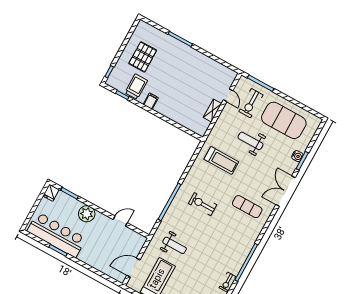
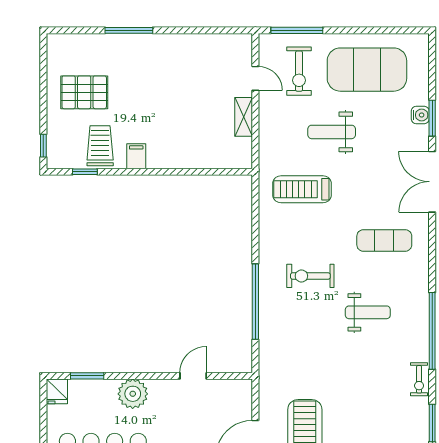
pallet: (143, 57) -> (84, 92), turned 90
treadmill: (221, 160) -> (302, 189), turned 180
weight bench: (175, 245) -> (368, 312), moved

